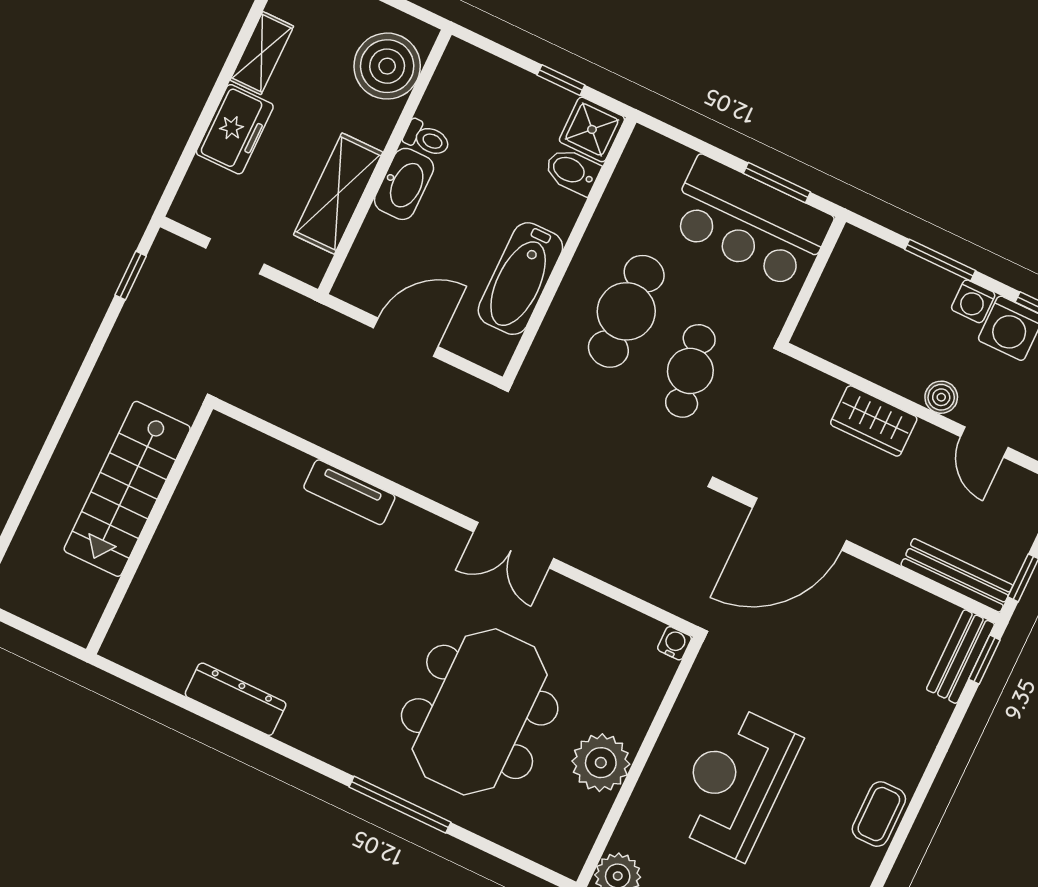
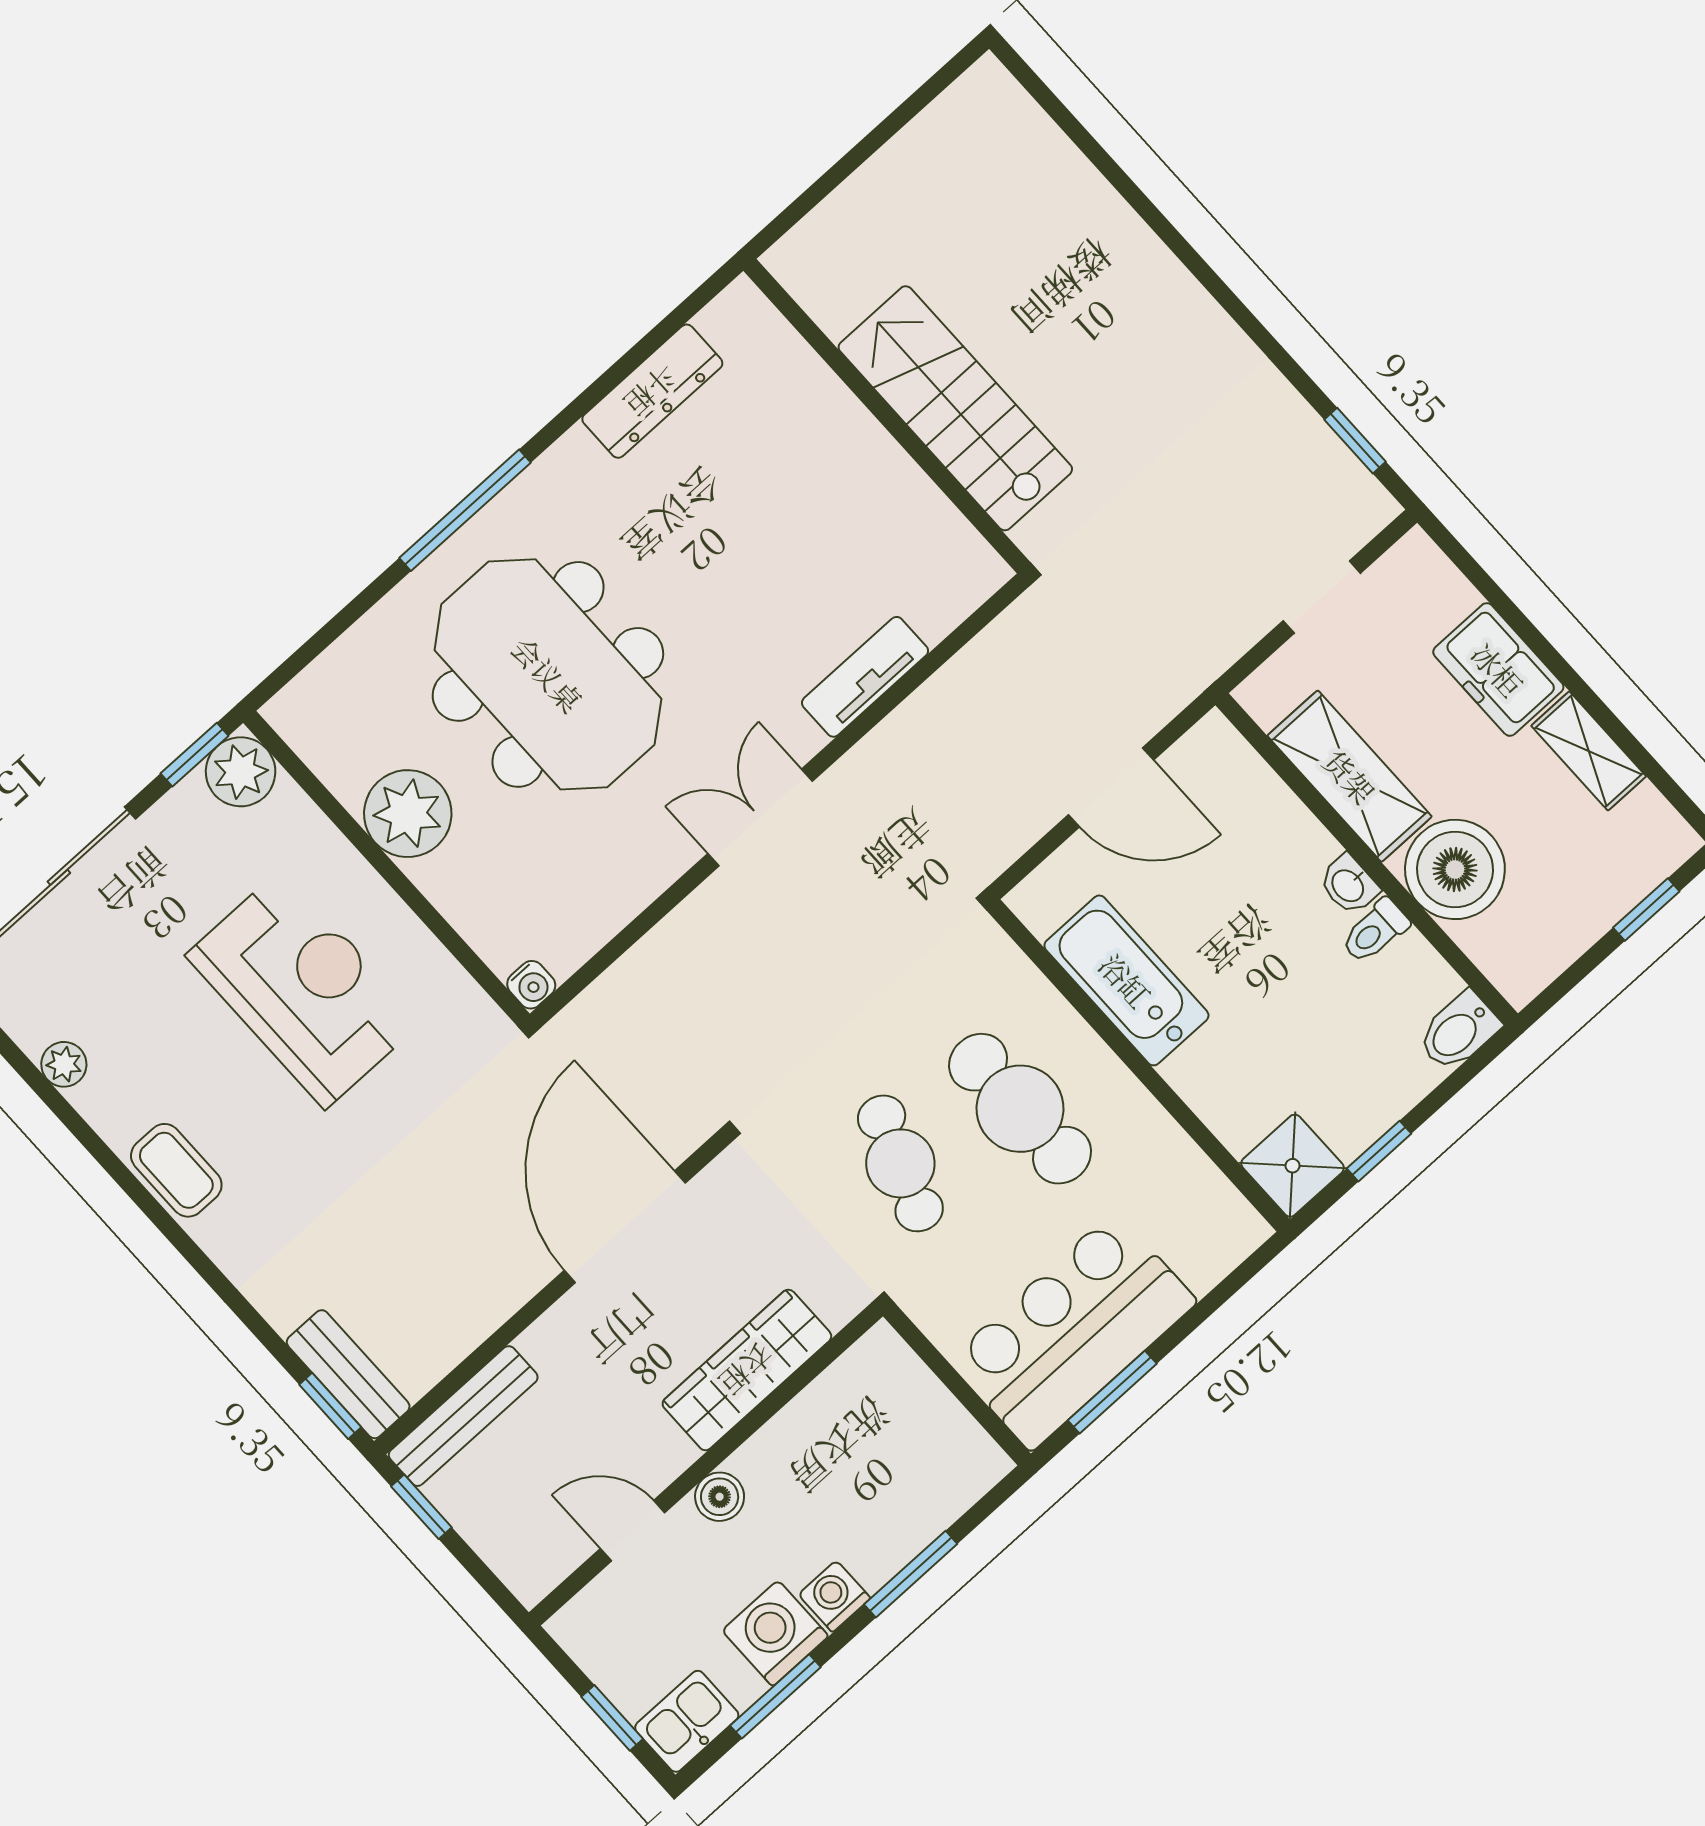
boiler: (387, 66) -> (1455, 869), moved
bidet: (572, 171) -> (1459, 1031), moved, turned 180
washbasin: (404, 184) -> (1349, 885), width x0.52, depth x0.69
door: (406, 337) -> (1111, 787), hinge flipped
cafe table: (690, 371) -> (900, 1163), turned 30
wardrobe: (874, 421) -> (747, 1370), width x1.50
stairs: (127, 489) -> (955, 408), moved
tv unit: (349, 492) -> (865, 677), moved
wall: (150, 529) -> (887, 416), moved
dresser: (236, 699) -> (652, 391), moved

